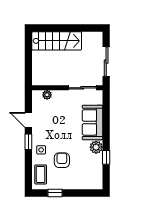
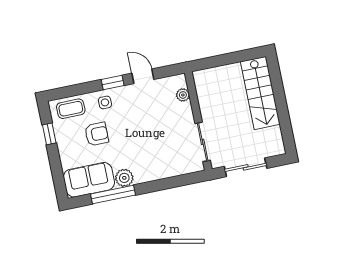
door: (28, 120) -> (143, 76), hinge flipped
sofa: (92, 122) -> (89, 180), moved
window: (106, 157) -> (113, 195), width x2.17

